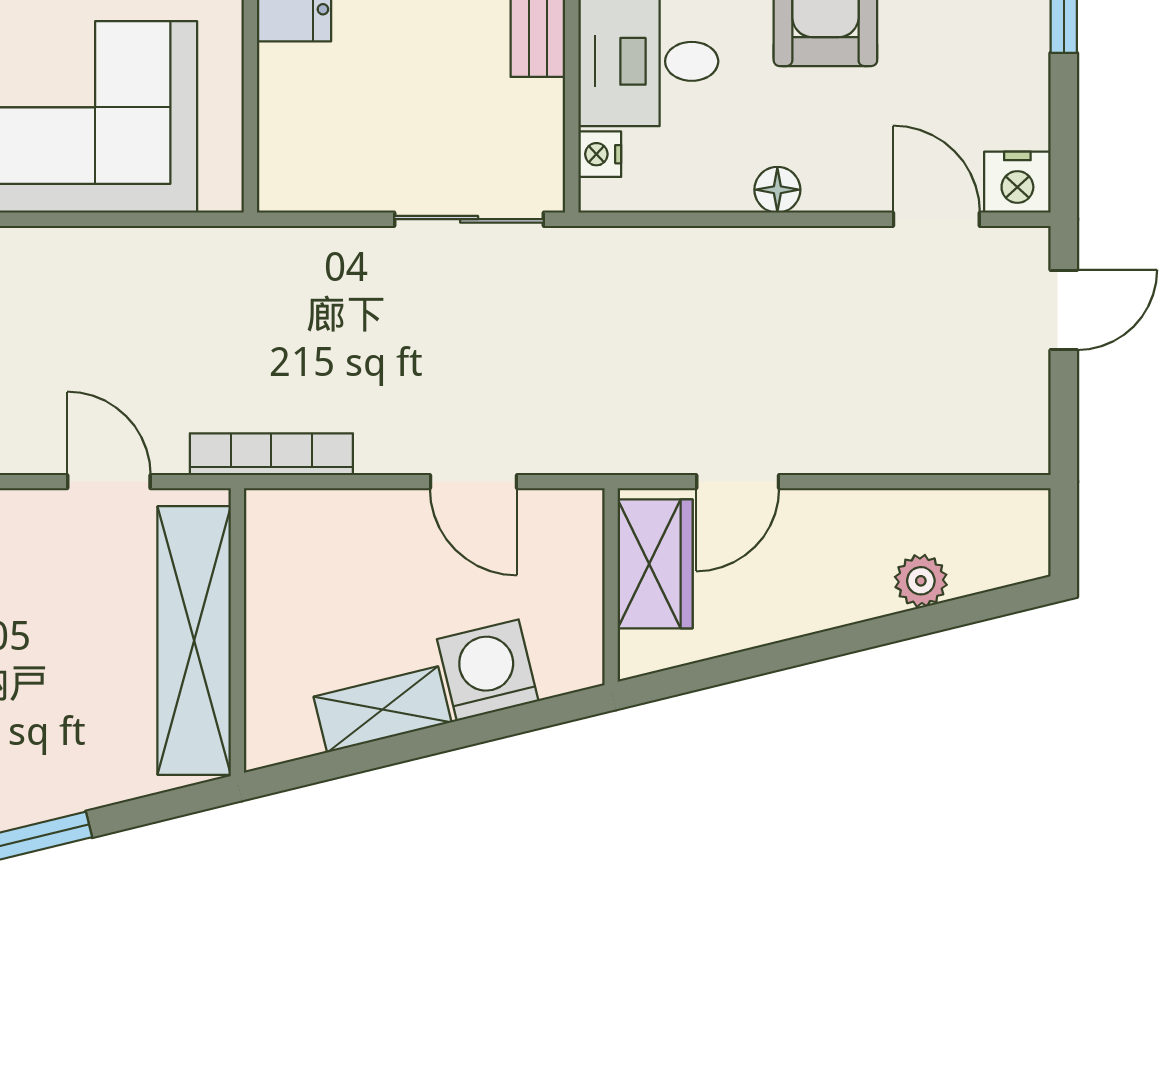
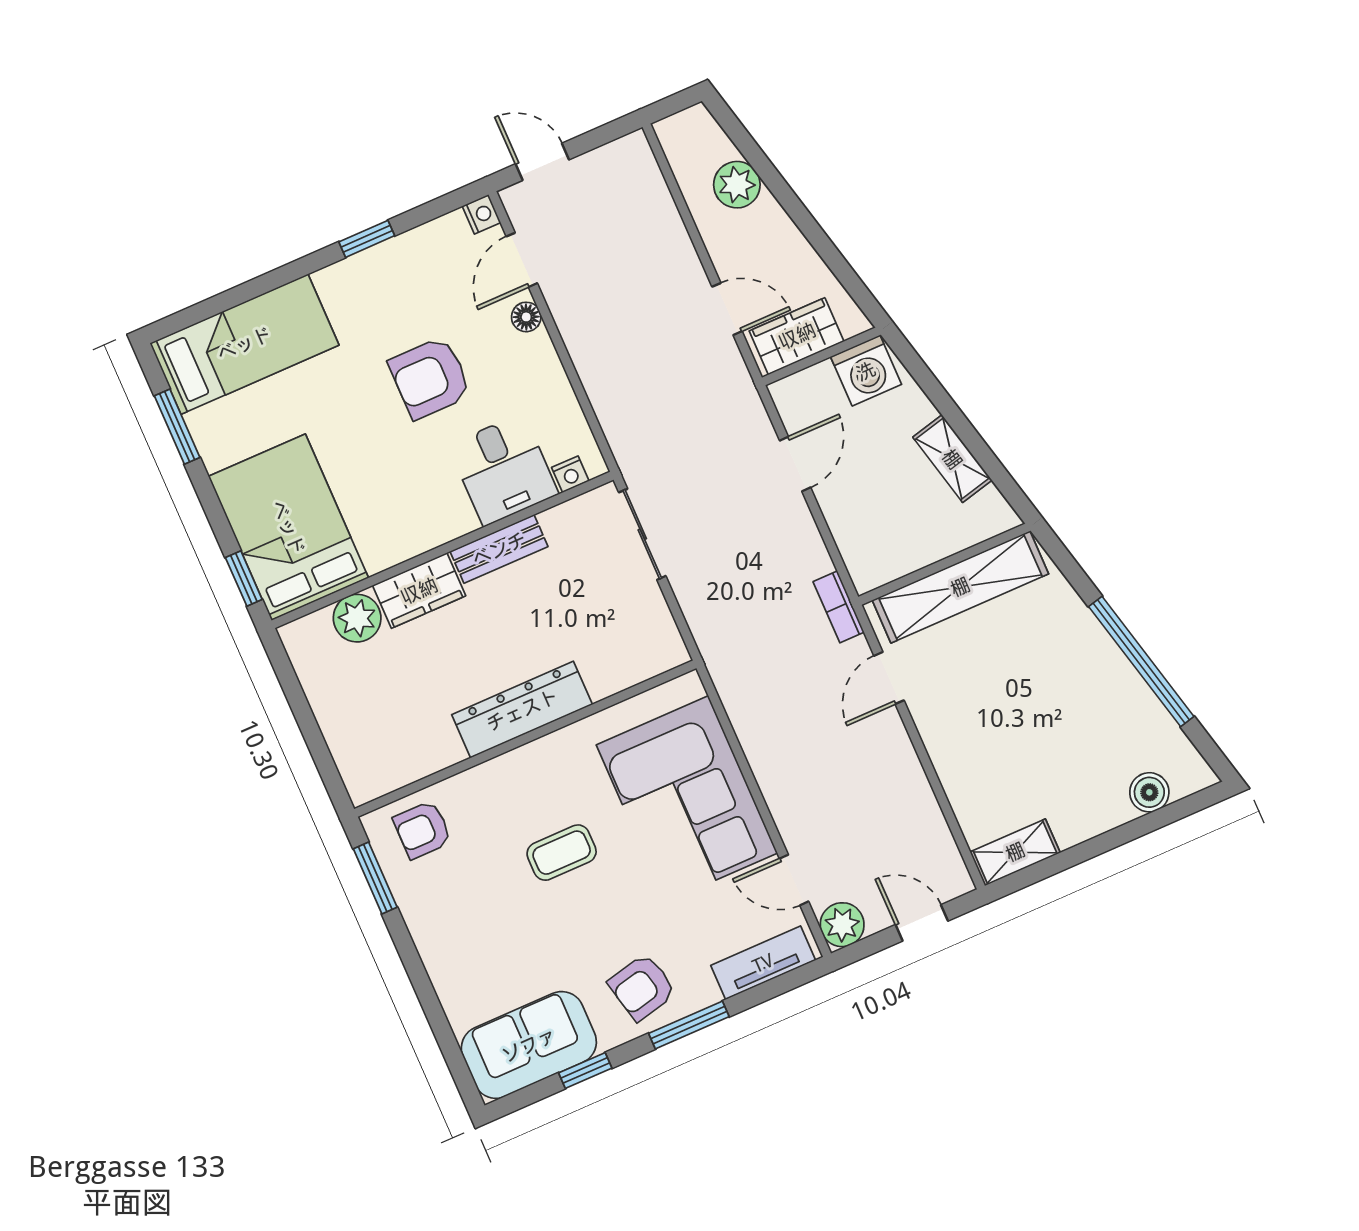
nightstand: (1017, 182) -> (481, 214), width x0.72, depth x0.74
floor lamp: (777, 190) -> (526, 317), moved
bookcase: (271, 454) -> (839, 607), width x0.64
plant: (921, 581) -> (737, 185), width x1.38, depth x1.38
washing machine: (488, 670) -> (866, 371), moved, turned -76

